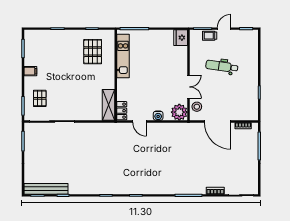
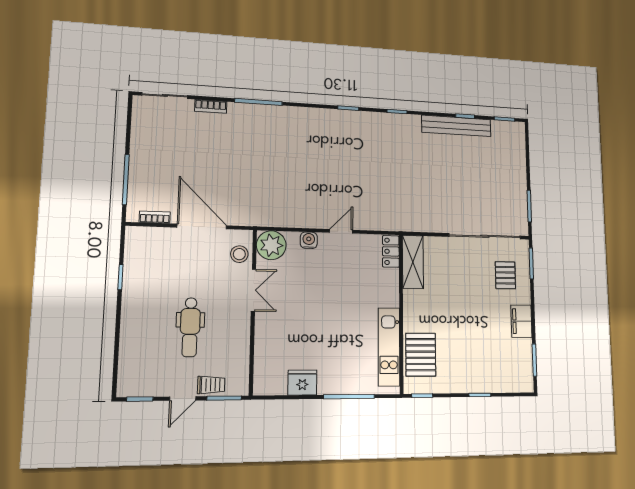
fridge: (181, 38) -> (302, 383), moved, turned -90
kitchen unit: (123, 56) -> (389, 347), moved
dental chair: (222, 66) -> (190, 327), turned 82
filing cabinet: (30, 71) -> (521, 321), width x2.00
wall: (116, 75) -> (401, 313), moved
double door: (189, 87) -> (253, 290), swing flipped
shelving: (108, 105) -> (413, 262), moved
locker: (122, 111) -> (391, 251), moved
door: (140, 121) -> (341, 231), hinge flipped
bench: (46, 189) -> (456, 126), moved

